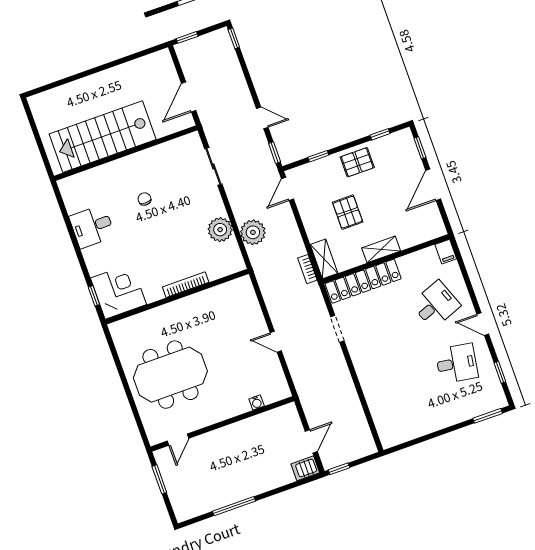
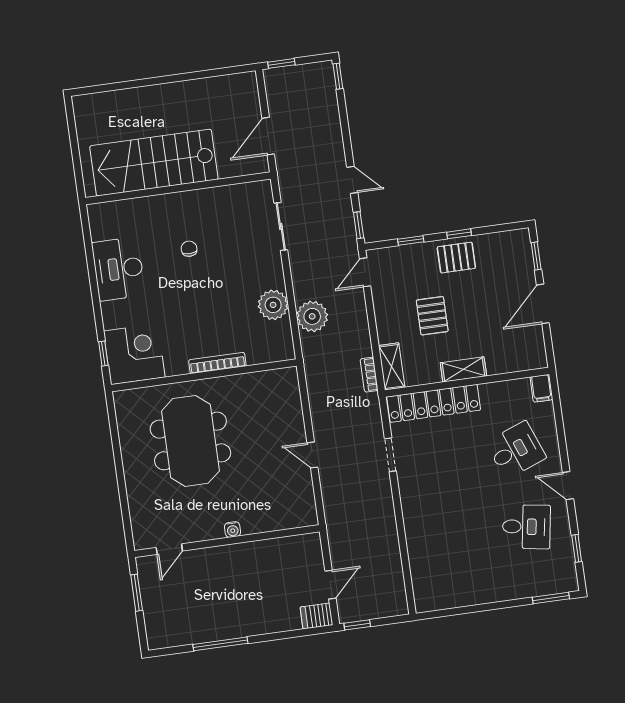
window: (380, 134) -> (459, 234), moved
desk: (92, 226) -> (119, 269), width x1.37
meeting table: (170, 375) -> (190, 441), moved, turned 90
water cooler: (257, 402) -> (233, 530), moved

